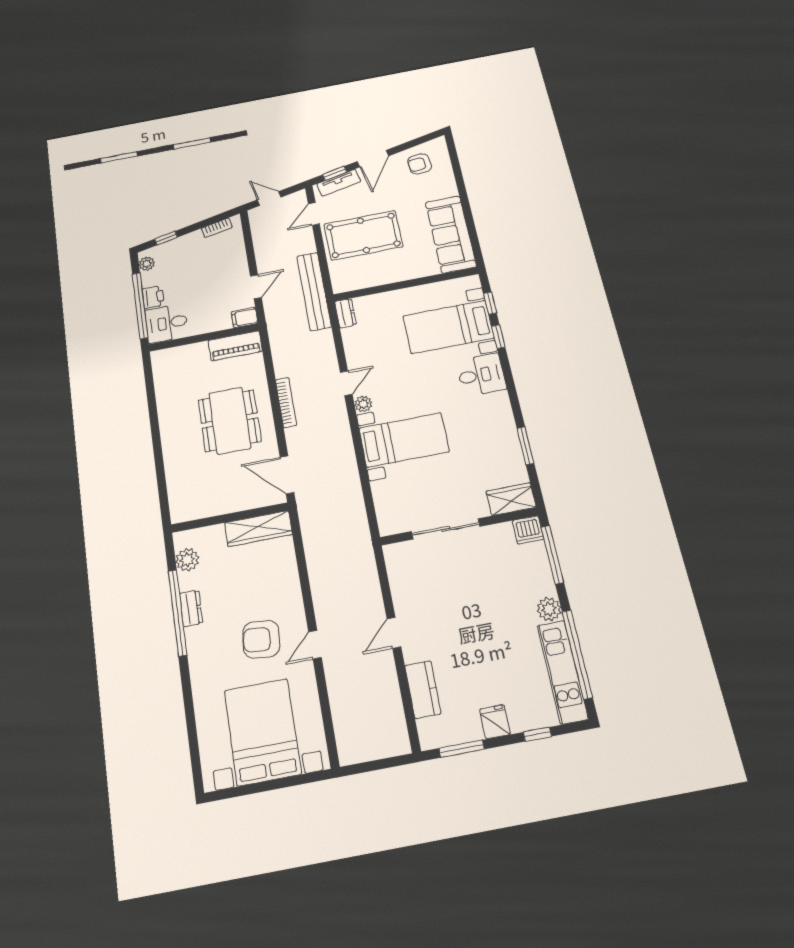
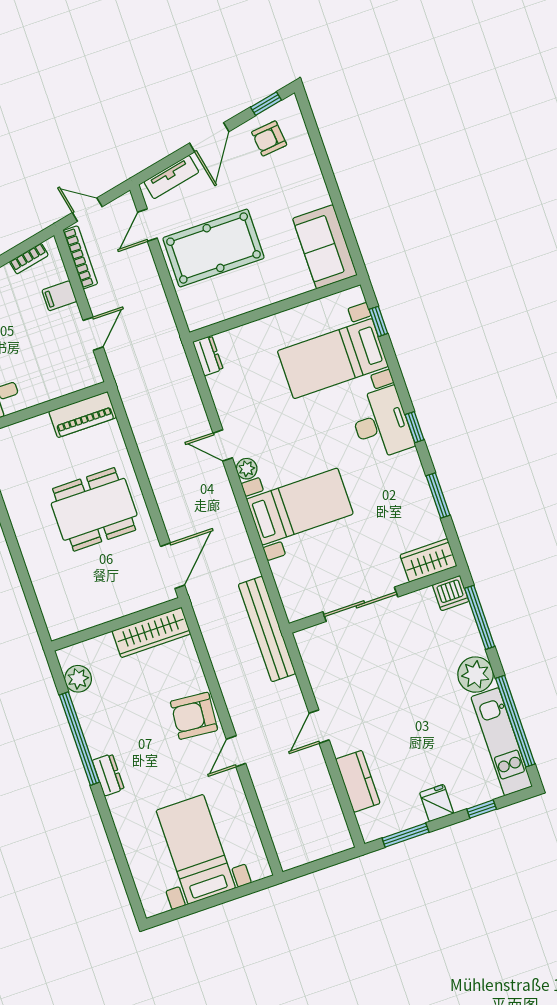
window: (335, 173) -> (266, 104), moved
sofa: (451, 234) -> (325, 247), width x0.73
bench: (314, 291) -> (267, 629), moved
filing cabinet: (245, 318) -> (59, 296), moved
window: (498, 337) -> (415, 427), moved
desk: (481, 375) -> (381, 423), width x1.37
door: (346, 383) -> (223, 445), swing flipped
bookcase: (286, 402) -> (80, 257), moved
dining table: (230, 421) -> (94, 509), turned 90
door: (287, 475) -> (173, 566), swing flipped
dresser: (191, 608) -> (108, 775), moved
plant: (549, 609) -> (475, 675), width x1.36, depth x1.36
armchair: (261, 639) -> (194, 716), moved
bed with nightstands: (262, 732) -> (196, 849), width x0.73

